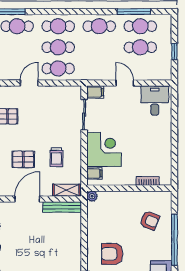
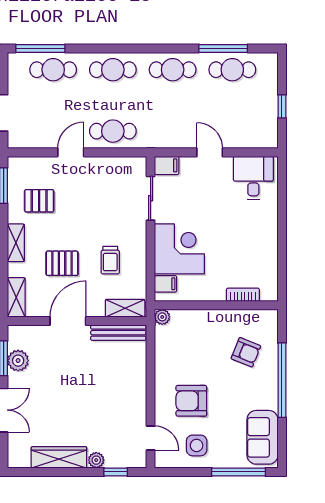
cafe table: (58, 47) -> (113, 100), removed
cafe table: (140, 47) -> (232, 100), removed

